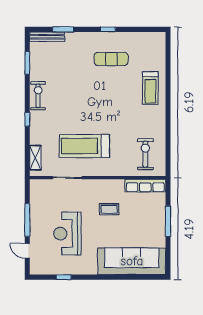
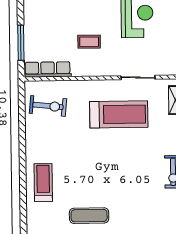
exercise bike: (145, 154) -> (48, 106), turned -84
window: (168, 221) -> (21, 43), moved

